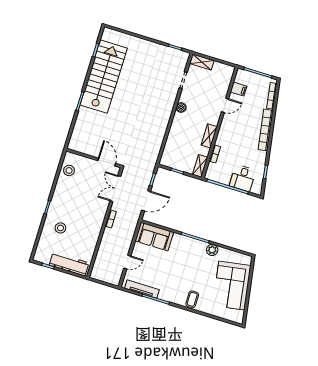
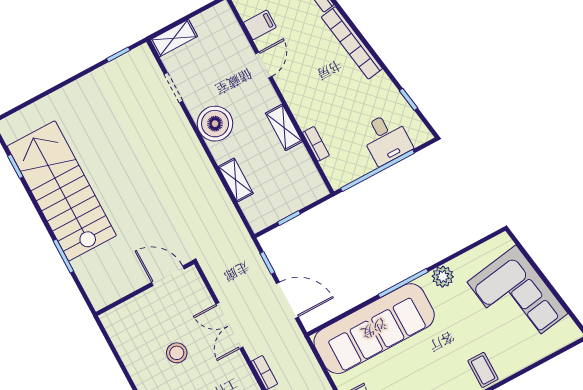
boiler: (181, 108) -> (215, 124), width x1.86, depth x1.86
wall: (94, 158) -> (145, 288), moved
door: (107, 162) -> (168, 276), moved
shelving: (200, 166) -> (236, 180), moved
stool: (69, 170) -> (177, 353), moved
door: (146, 201) -> (287, 300), hinge flipped
sofa: (154, 237) -> (374, 329), width x1.85, depth x1.27

